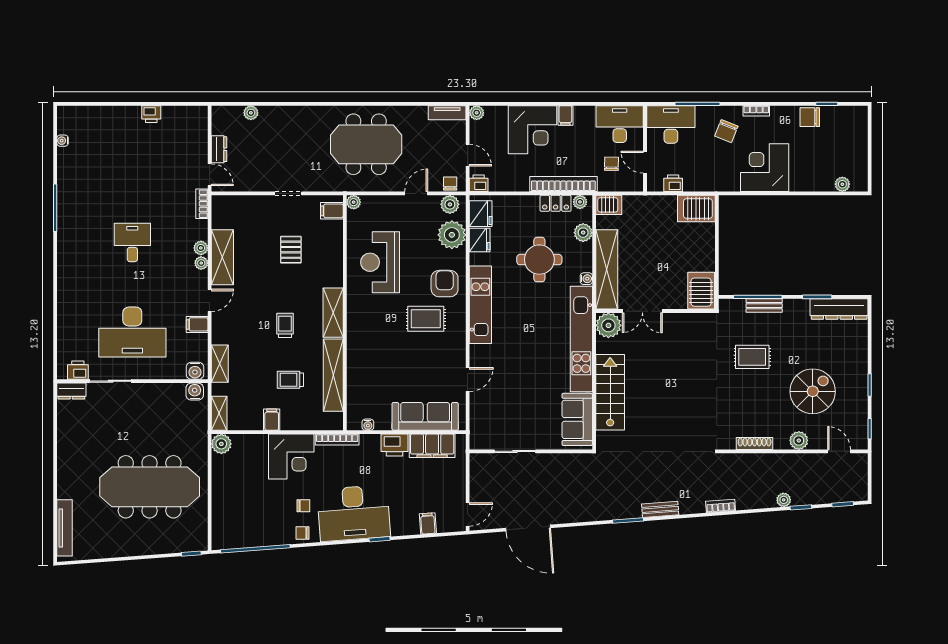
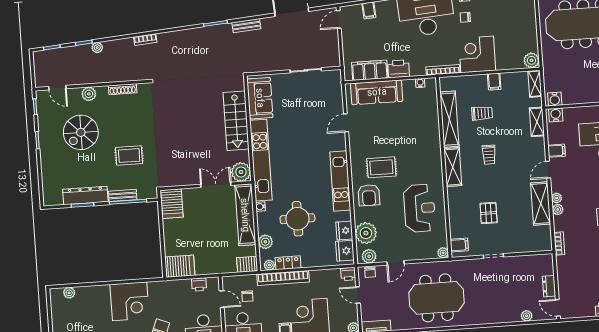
door: (210, 175) -> (558, 308), moved
dresser: (839, 309) -> (85, 195), moved
bench: (660, 509) -> (246, 26), moved

